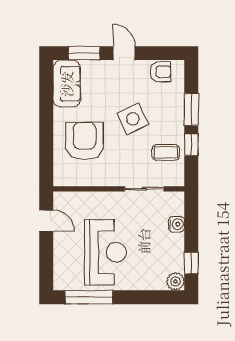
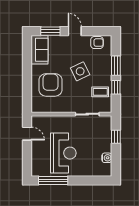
water cooler: (177, 224) -> (107, 158), moved
window: (191, 263) -> (116, 137), moved
plant: (175, 281) -> (106, 171), removed

